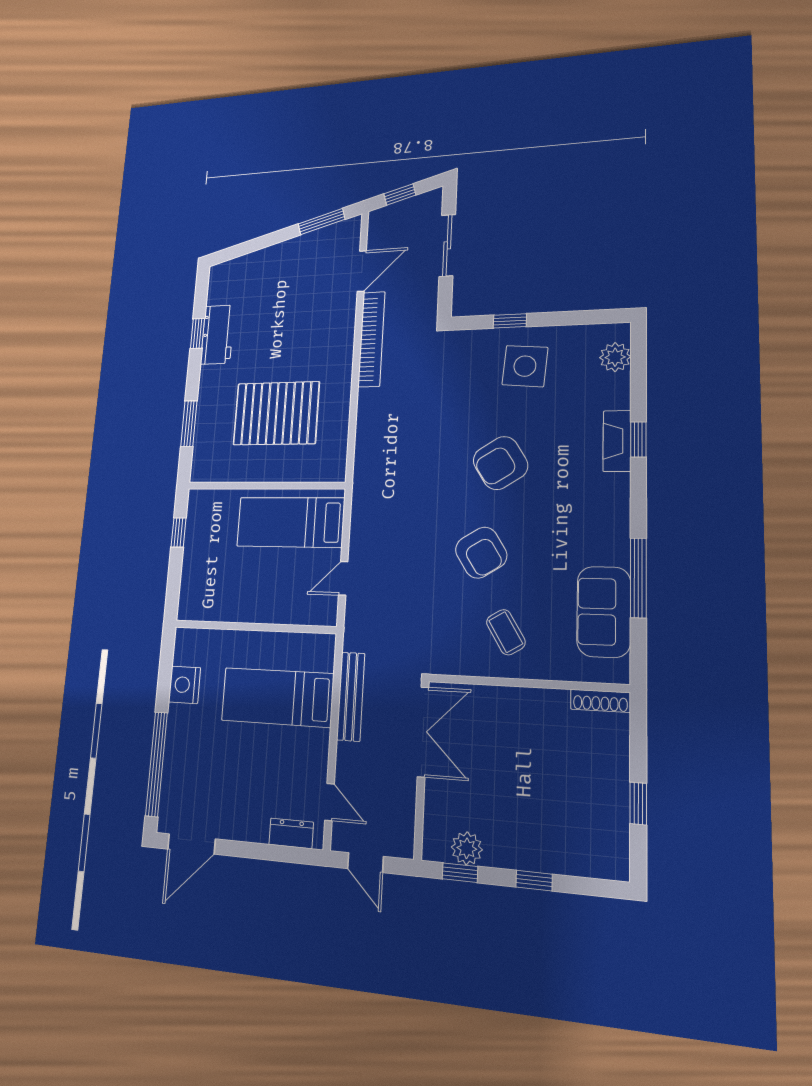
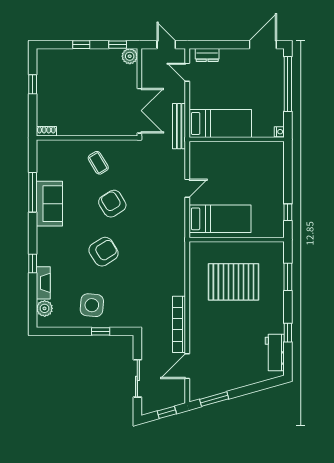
workbench: (217, 335) -> (275, 352), moved
fireplace: (617, 441) -> (43, 283), moved
sofa: (604, 612) -> (49, 204), moved
wall: (254, 627) -> (237, 139), moved
nightstand: (185, 685) -> (279, 132), width x0.53, depth x0.56
shoe rack: (600, 701) -> (46, 131), width x0.70
double door: (423, 732) -> (139, 111), swing flipped
plant: (467, 848) -> (130, 56), moved

